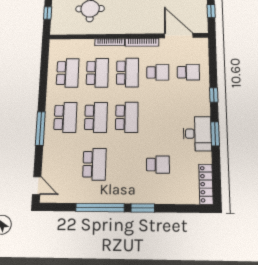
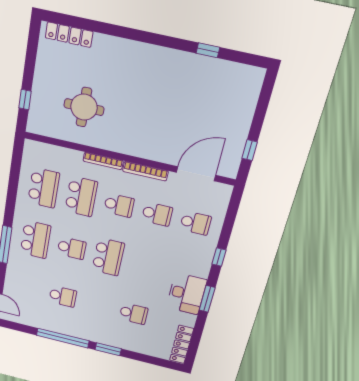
door: (179, 36) -> (196, 174), hinge flipped
school desk: (127, 73) -> (119, 205), width x0.54
school desk: (96, 117) -> (72, 248), width x0.54
school desk: (94, 164) -> (63, 296), width x0.54

